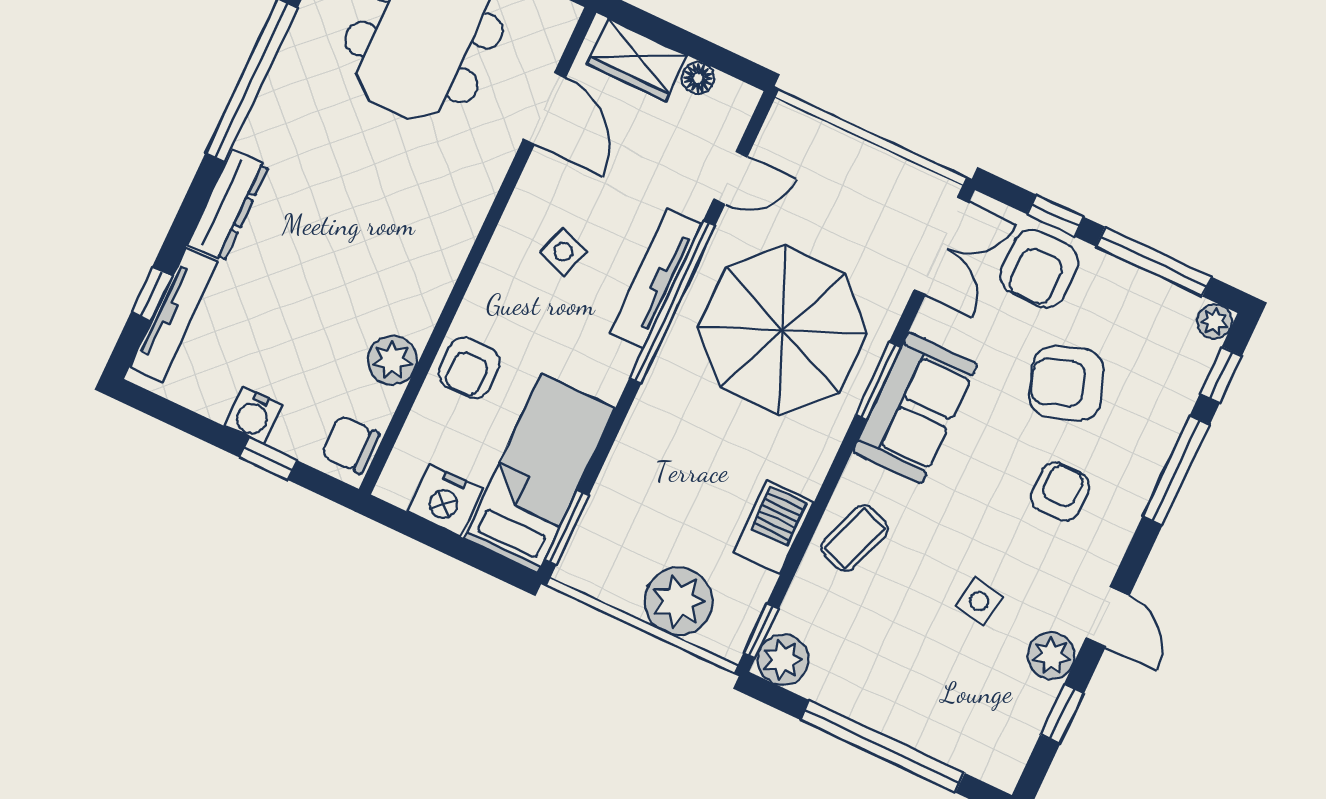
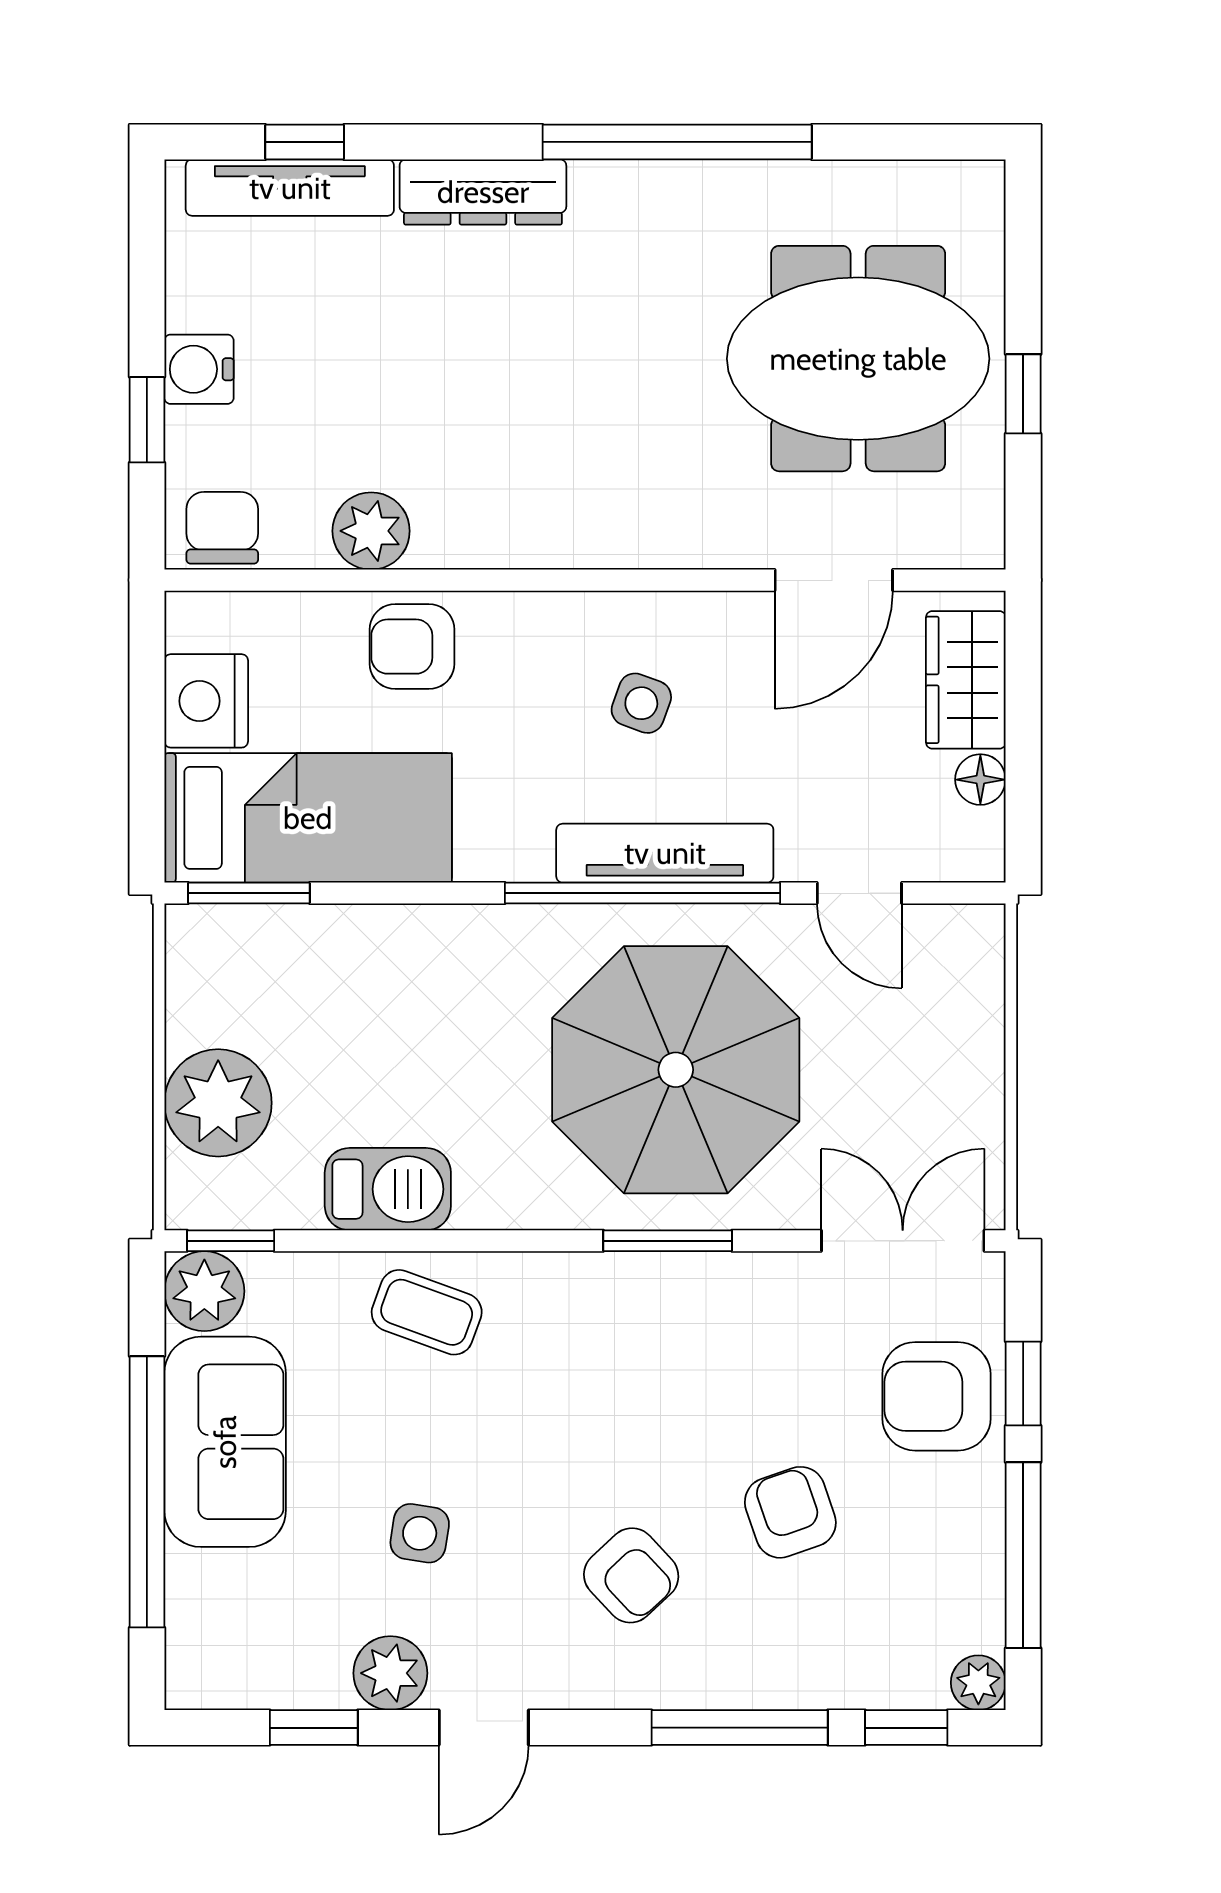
double door: (941, 246) -> (903, 1241), swing flipped
armchair: (1067, 383) -> (790, 1512), width x0.72, depth x0.72
sofa: (915, 408) -> (225, 1442), moved, turned -90
armchair: (1060, 491) -> (631, 1575), turned 47

